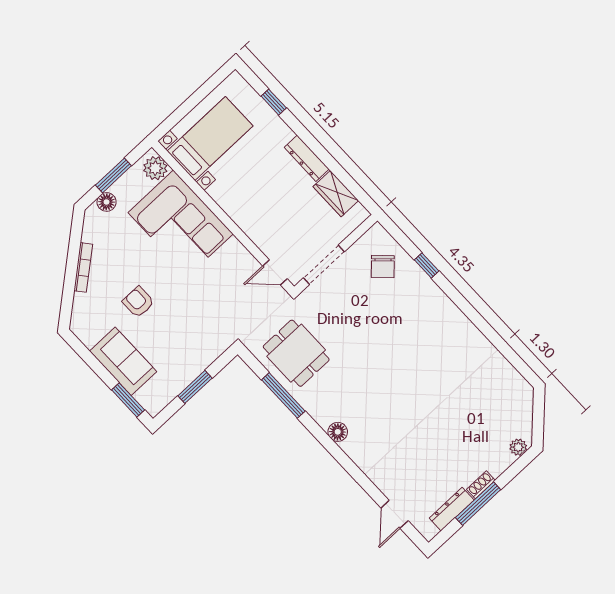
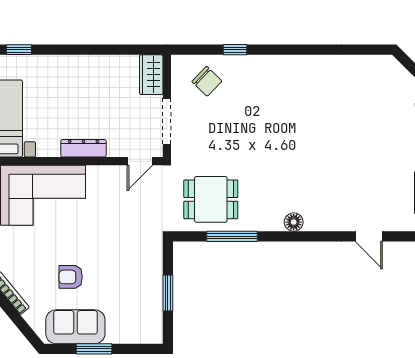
dresser: (307, 158) -> (83, 148), moved, turned 180
wardrobe: (336, 194) -> (151, 75), moved, turned 90
sofa: (123, 361) -> (75, 327), moved
window: (128, 400) -> (94, 349), moved
door: (395, 514) -> (369, 236), moved

